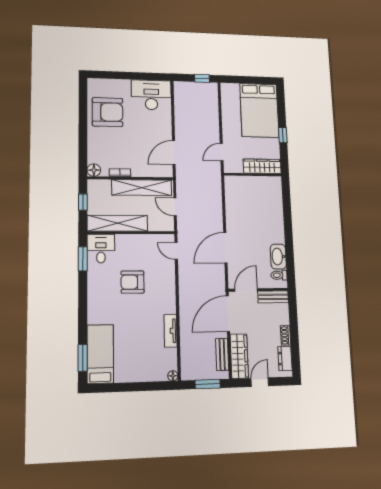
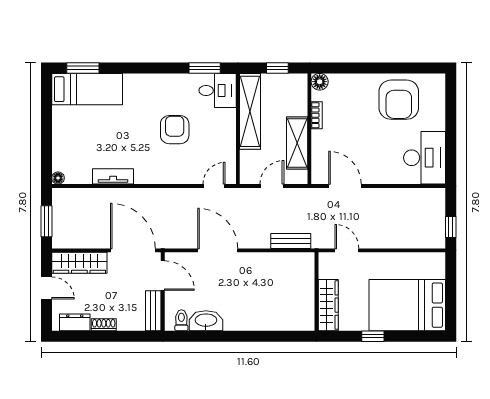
shelving: (142, 188) -> (297, 143), width x0.68
bench: (222, 354) -> (291, 241), moved

